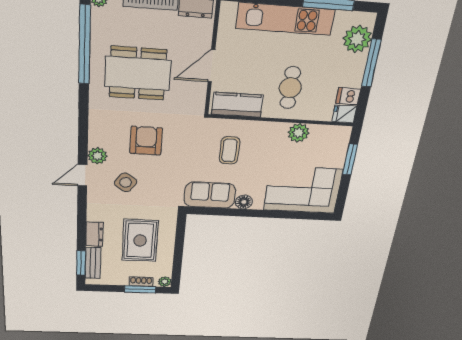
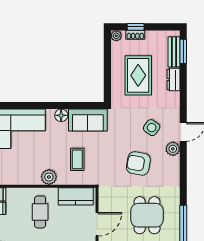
dining table: (138, 73) -> (147, 215), width x0.73
plant: (299, 133) -> (49, 177), moved
armchair: (146, 141) -> (138, 163), turned 100
window: (140, 289) -> (136, 27), width x0.67

